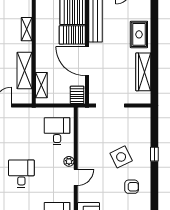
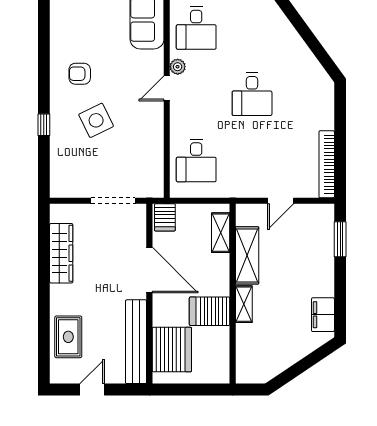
shelving: (27, 29) -> (244, 304), moved
rug: (139, 34) -> (68, 337), moved
server rack: (72, 35) -> (210, 311), moved, turned 180
plant: (69, 161) -> (178, 67), moved

